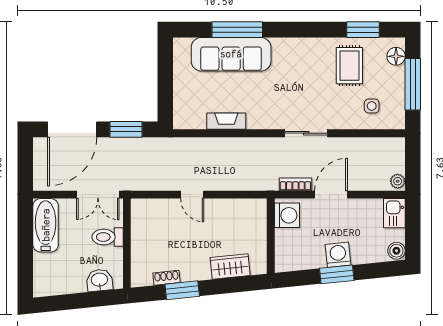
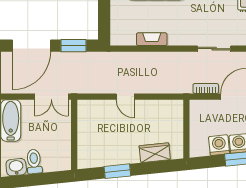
washing machine: (287, 215) -> (219, 145), moved, turned -96
toilet: (108, 237) -> (34, 162), moved, turned 84
shoe rack: (167, 278) -> (105, 161), removed
washbasin: (99, 280) -> (16, 167), moved

